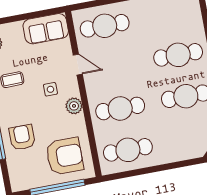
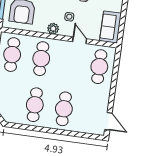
door: (78, 65) -> (80, 40), swing flipped

